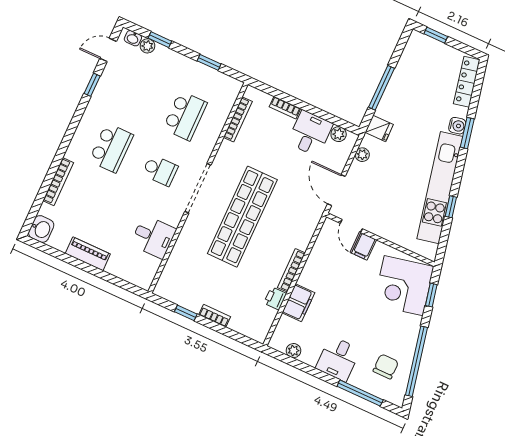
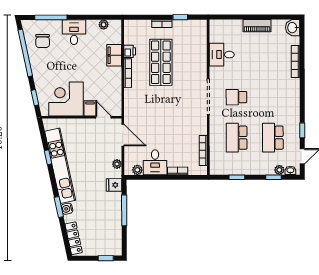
school desk: (111, 148) -> (273, 138), moved
shop shelf: (242, 217) -> (161, 62), moved, width x0.71
corner desk: (404, 286) -> (66, 99), moved, turned -78

